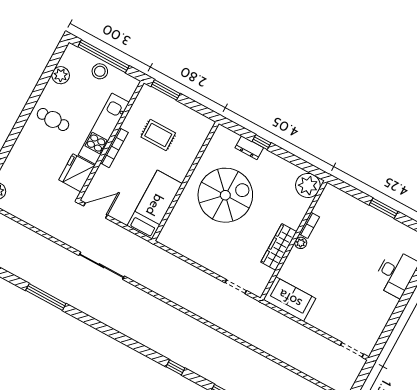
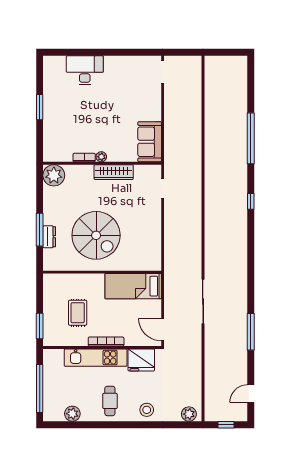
stool: (100, 71) -> (147, 410), moved
window: (261, 142) -> (40, 230), width x2.17
spiral stairs: (225, 195) -> (96, 235), turned 180

